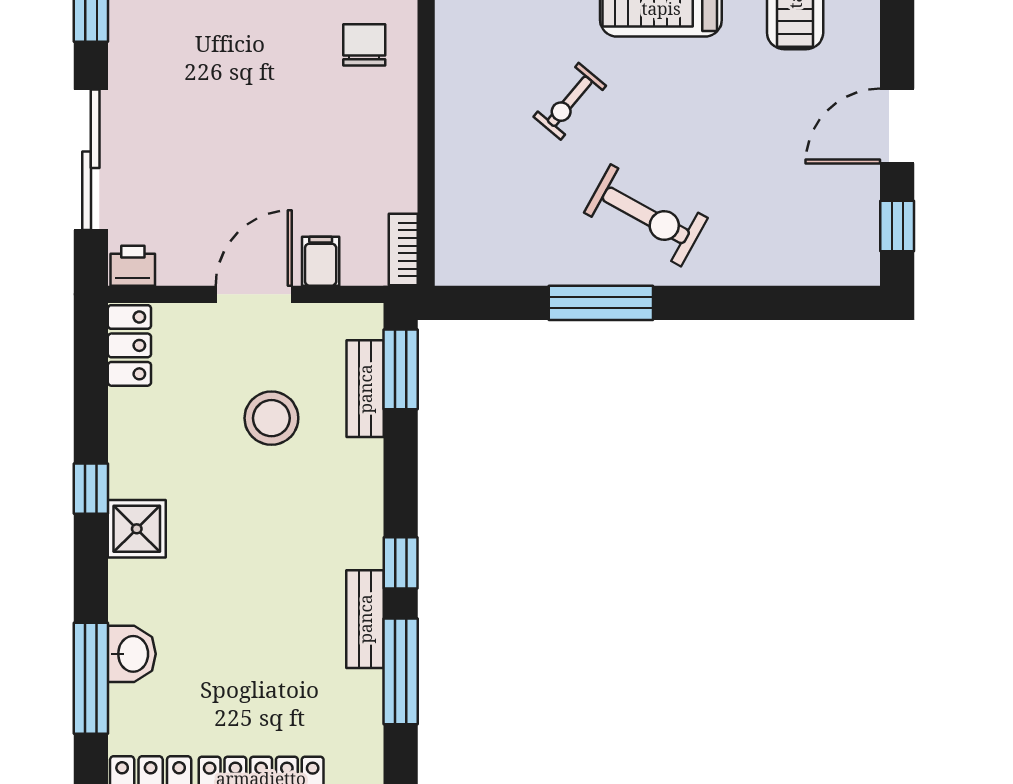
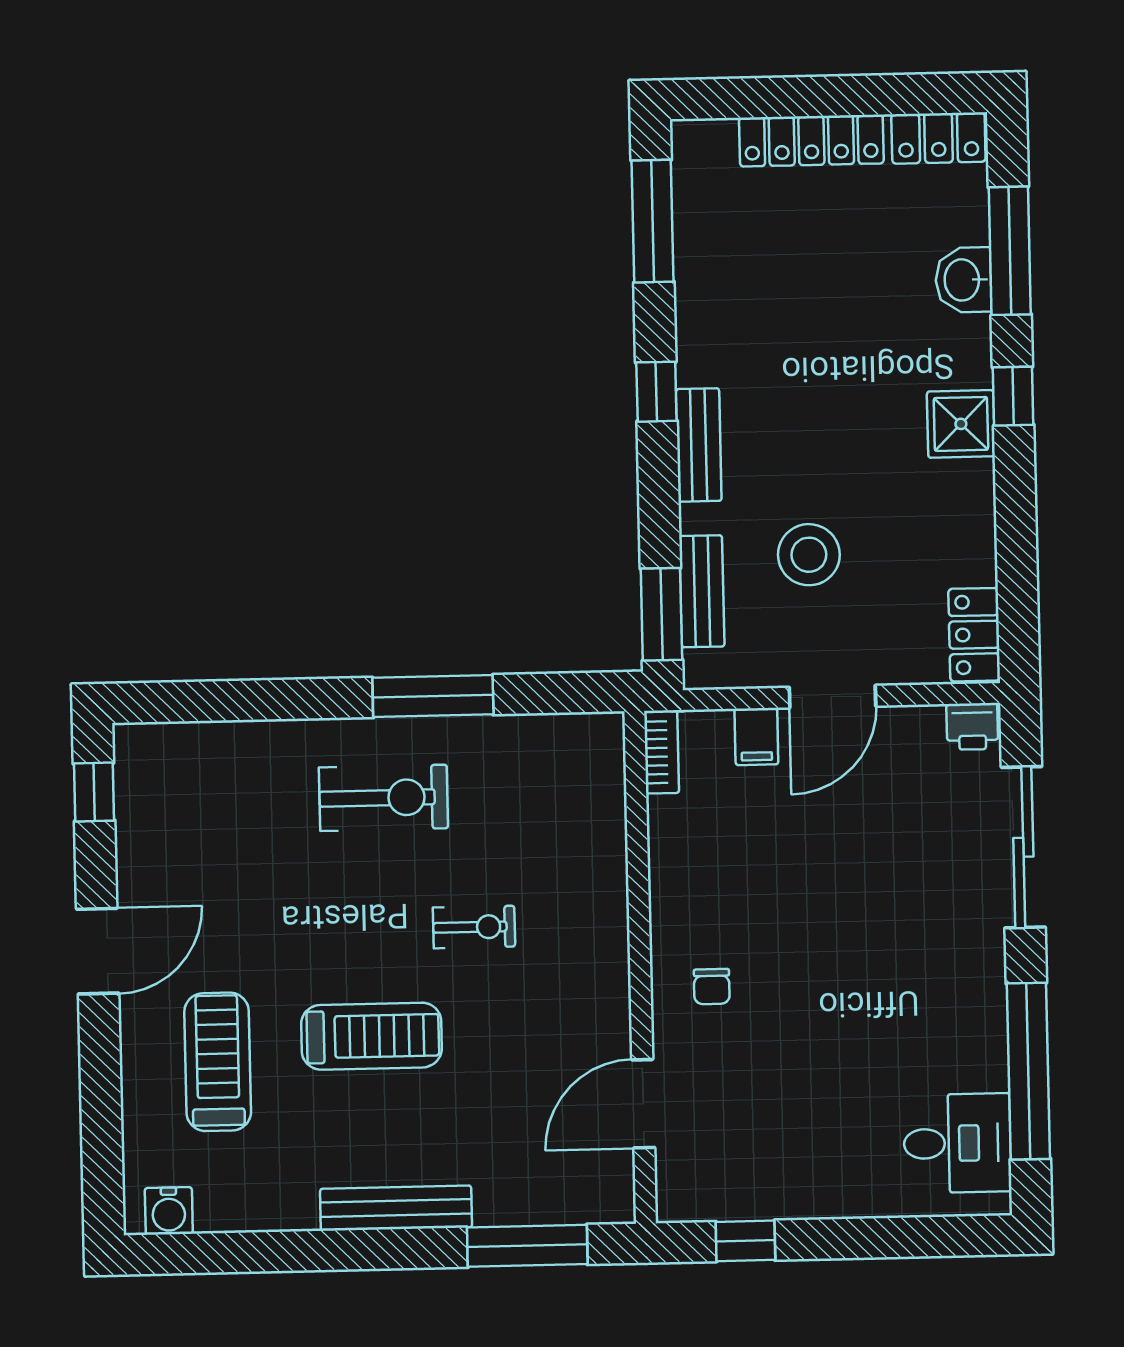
chair: (364, 45) -> (712, 987), width x0.73, depth x0.73
exercise bike: (570, 101) -> (474, 927), turned 50
door: (897, 126) -> (98, 951), moved
exercise bike: (646, 215) -> (383, 798), turned 151
window: (91, 489) -> (1013, 396), moved
bench: (365, 619) -> (699, 445), moved
window: (401, 671) -> (653, 221), moved

